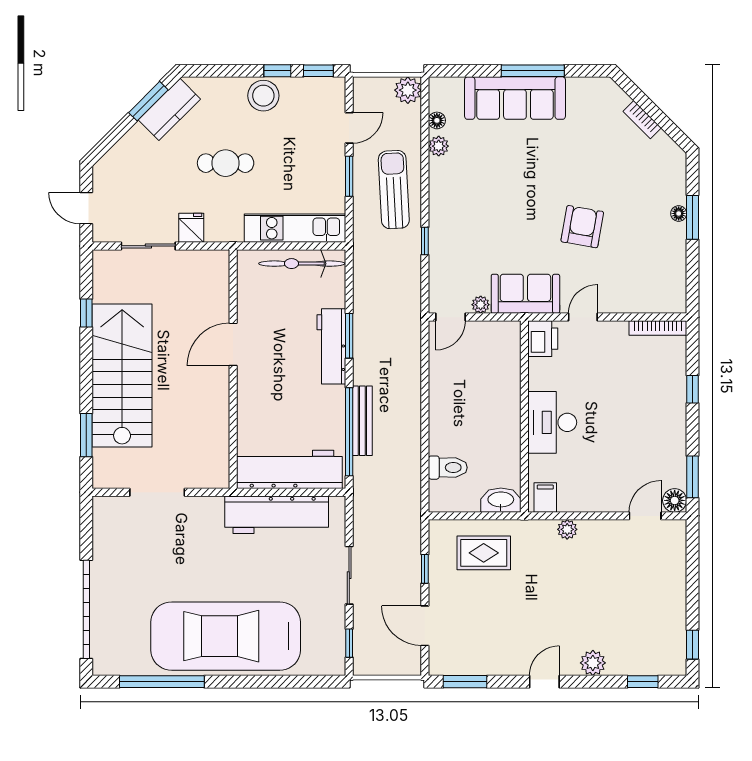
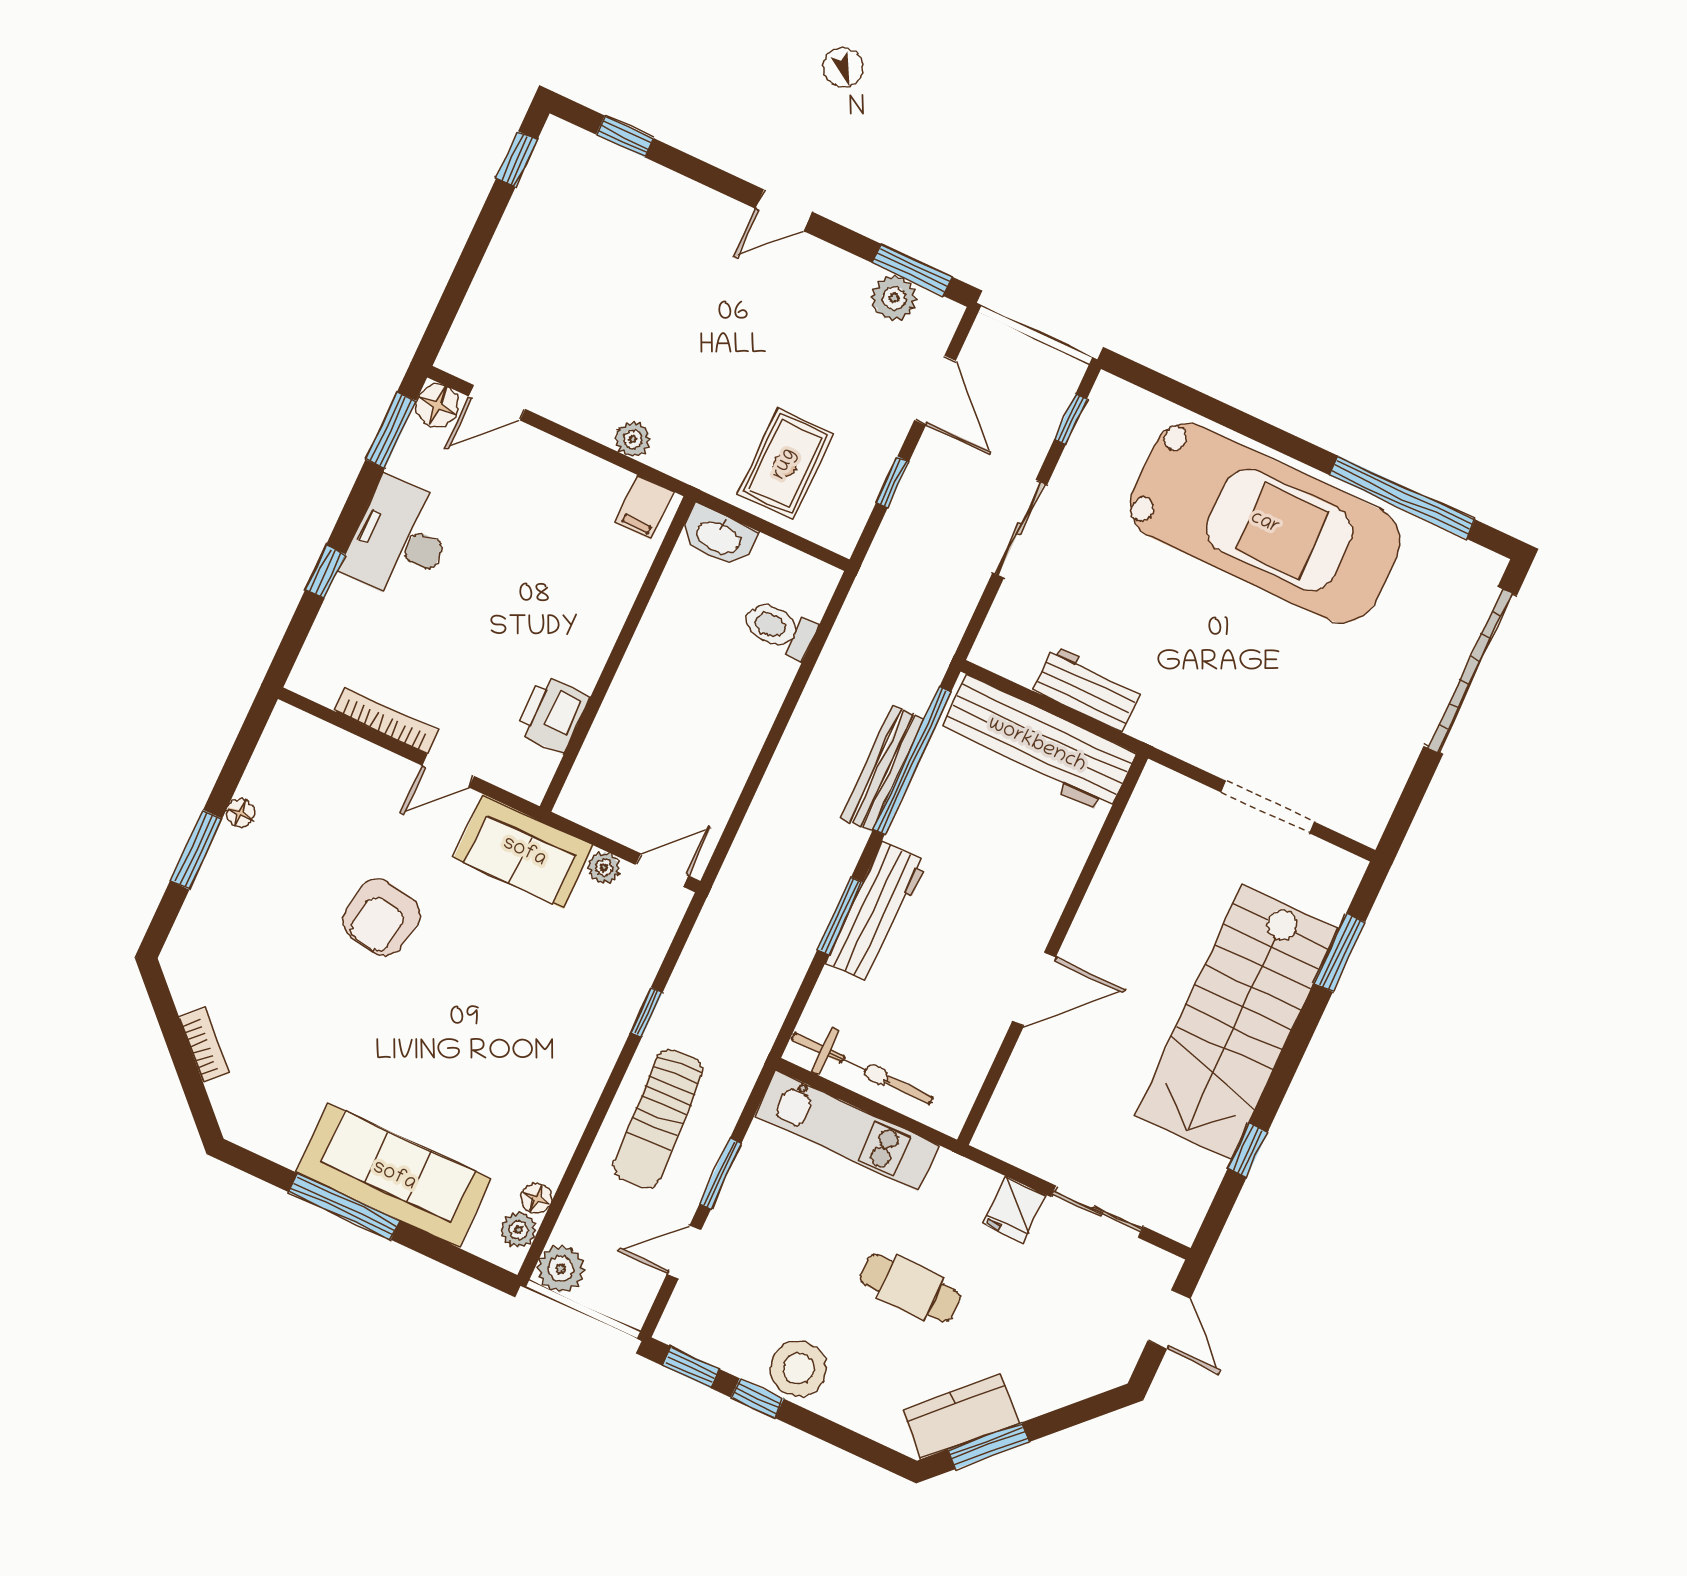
plant: (439, 146) -> (519, 1230), moved
floor lamp: (679, 213) -> (240, 813), moved
bookcase: (658, 328) -> (386, 721), moved
printer: (543, 339) -> (553, 715), moved
desk: (552, 422) -> (399, 540), moved, turned 180
workbench: (277, 515) -> (1088, 689), width x0.53, depth x0.76
rug: (484, 553) -> (785, 464), turned 90
plant: (593, 663) -> (894, 298), moved

